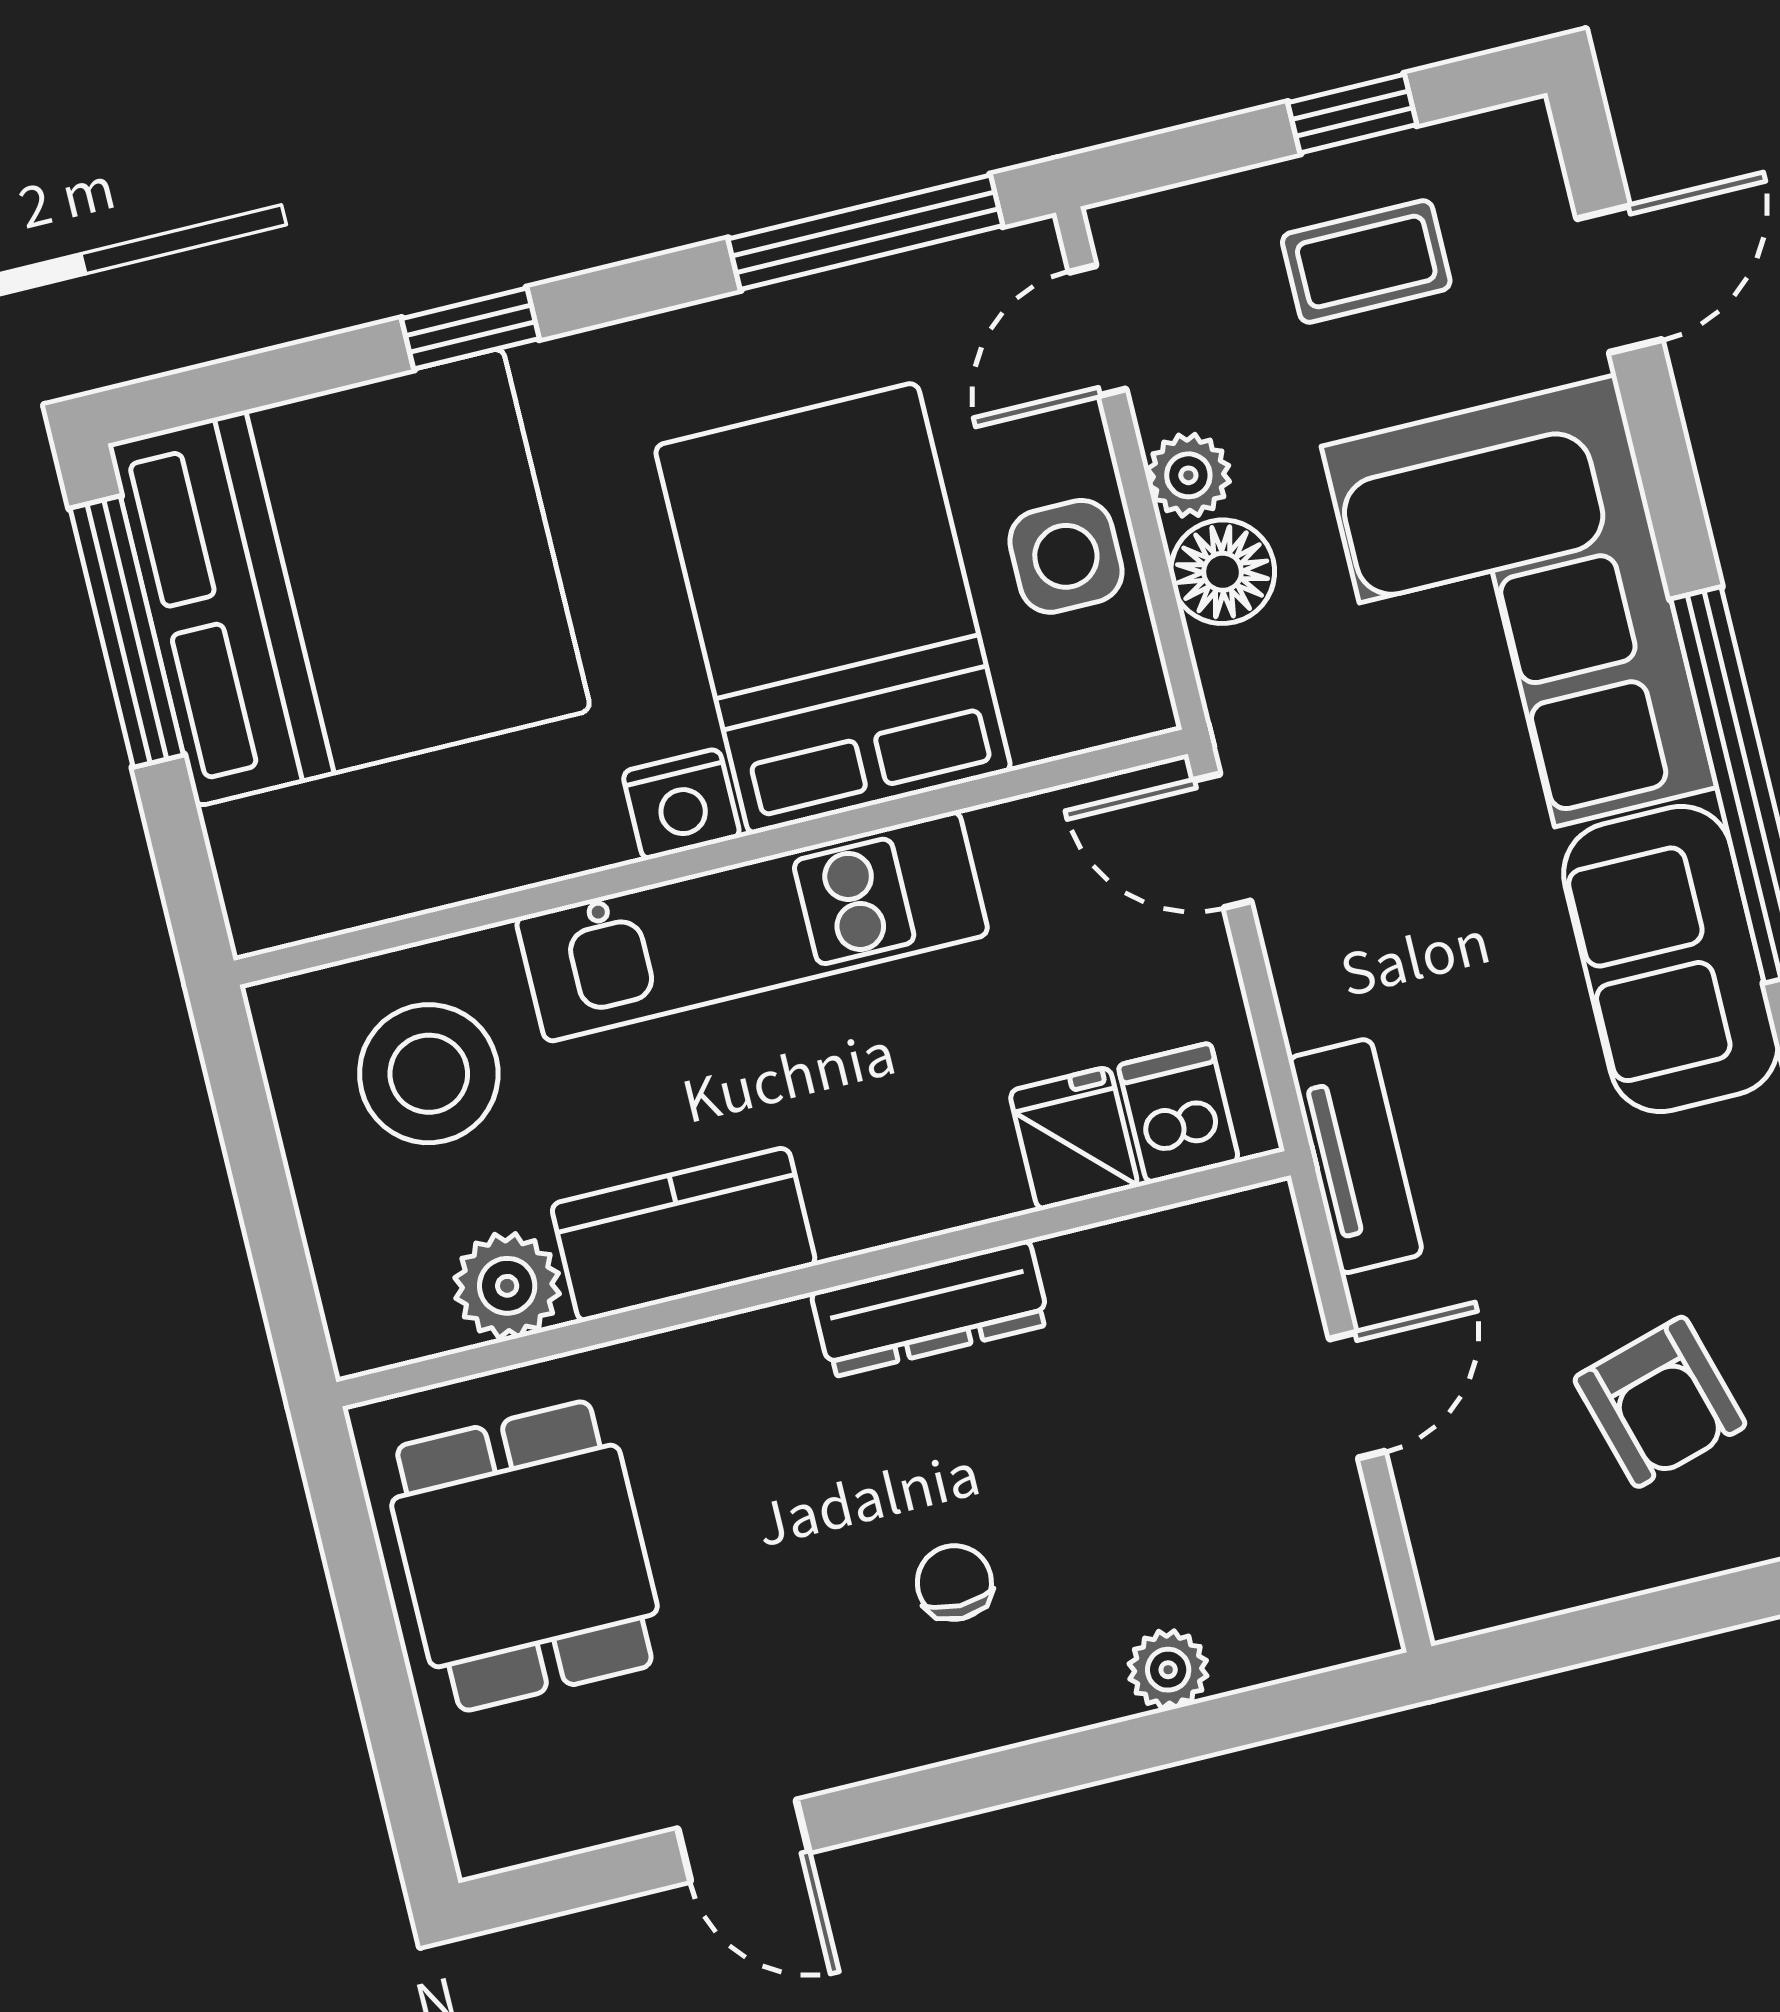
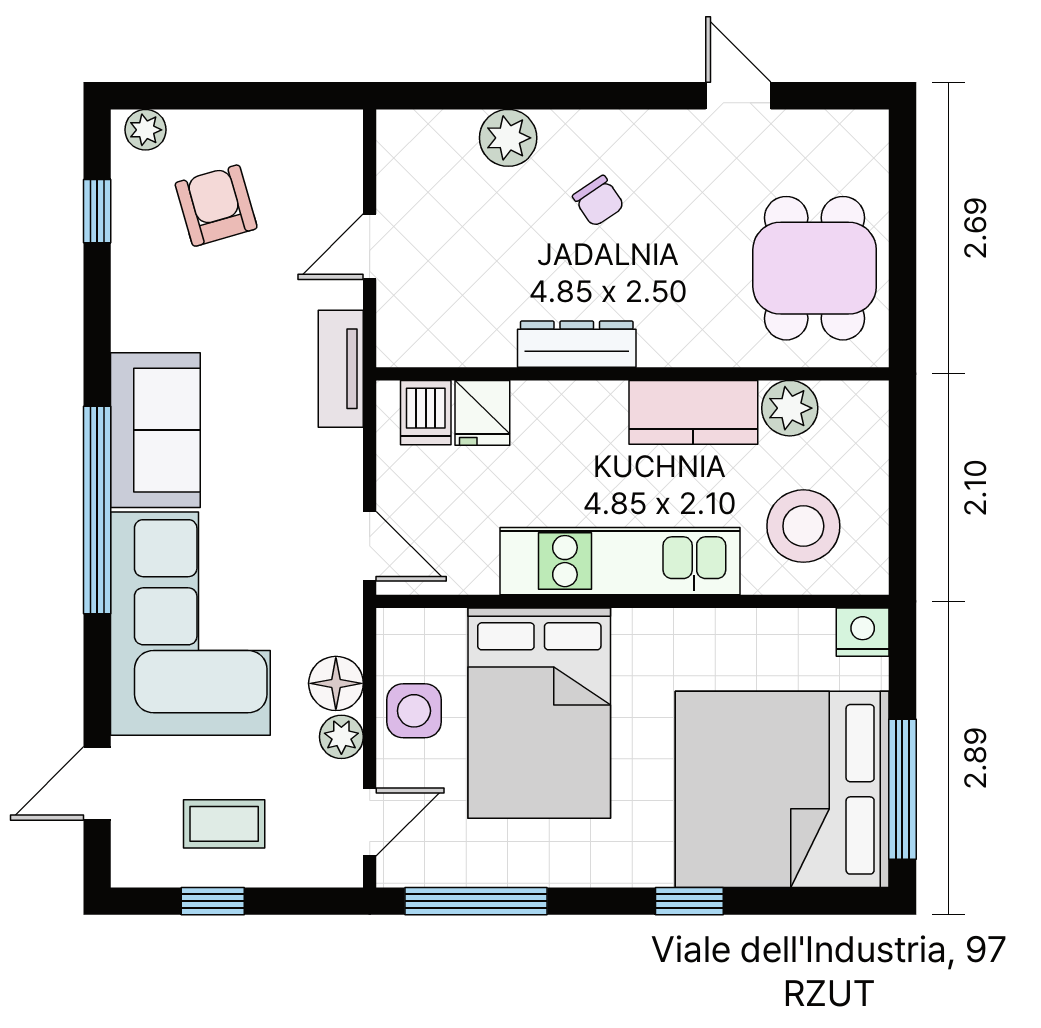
nightstand: (681, 804) -> (863, 632), moved
chair: (954, 1583) -> (599, 201), turned -34
plant: (1168, 1670) -> (508, 138), width x1.38, depth x1.38

